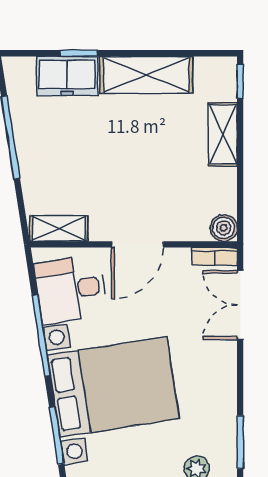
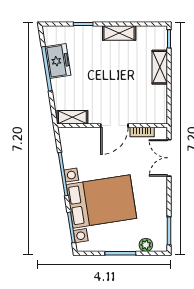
shelving: (146, 75) -> (119, 33), width x0.67, depth x0.75
freezer: (67, 76) -> (58, 61), moved, turned -99
boiler: (224, 228) -> (160, 117), removed
bookcase: (215, 256) -> (142, 132), moved
desk: (71, 289) -> (79, 150), removed

